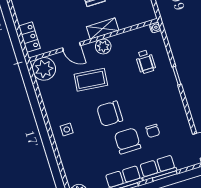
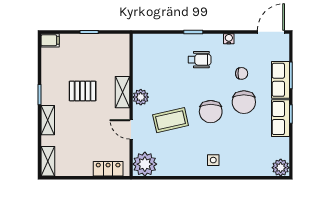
water cooler: (155, 27) -> (229, 39), moved
door: (72, 47) -> (131, 129), swing flipped
wheelchair: (146, 62) -> (200, 60), moved
coffee table: (91, 80) -> (171, 120), turned 71
chair: (128, 141) -> (244, 102), turned -90

